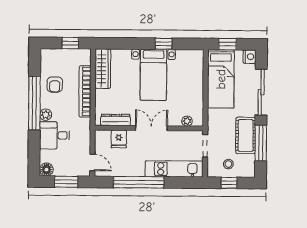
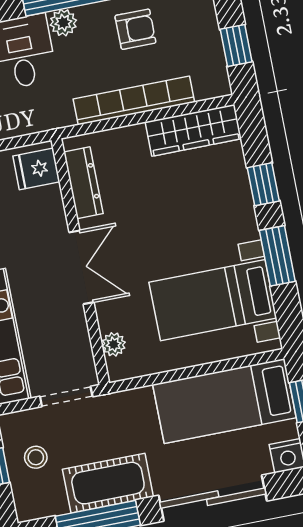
window: (132, 43) -> (263, 184), added
window: (164, 44) -> (277, 256), width x1.50
bed with nightstands: (153, 75) -> (213, 300), moved
armchair: (55, 84) -> (135, 29), turned 180
fridge: (119, 139) -> (36, 169), moved

